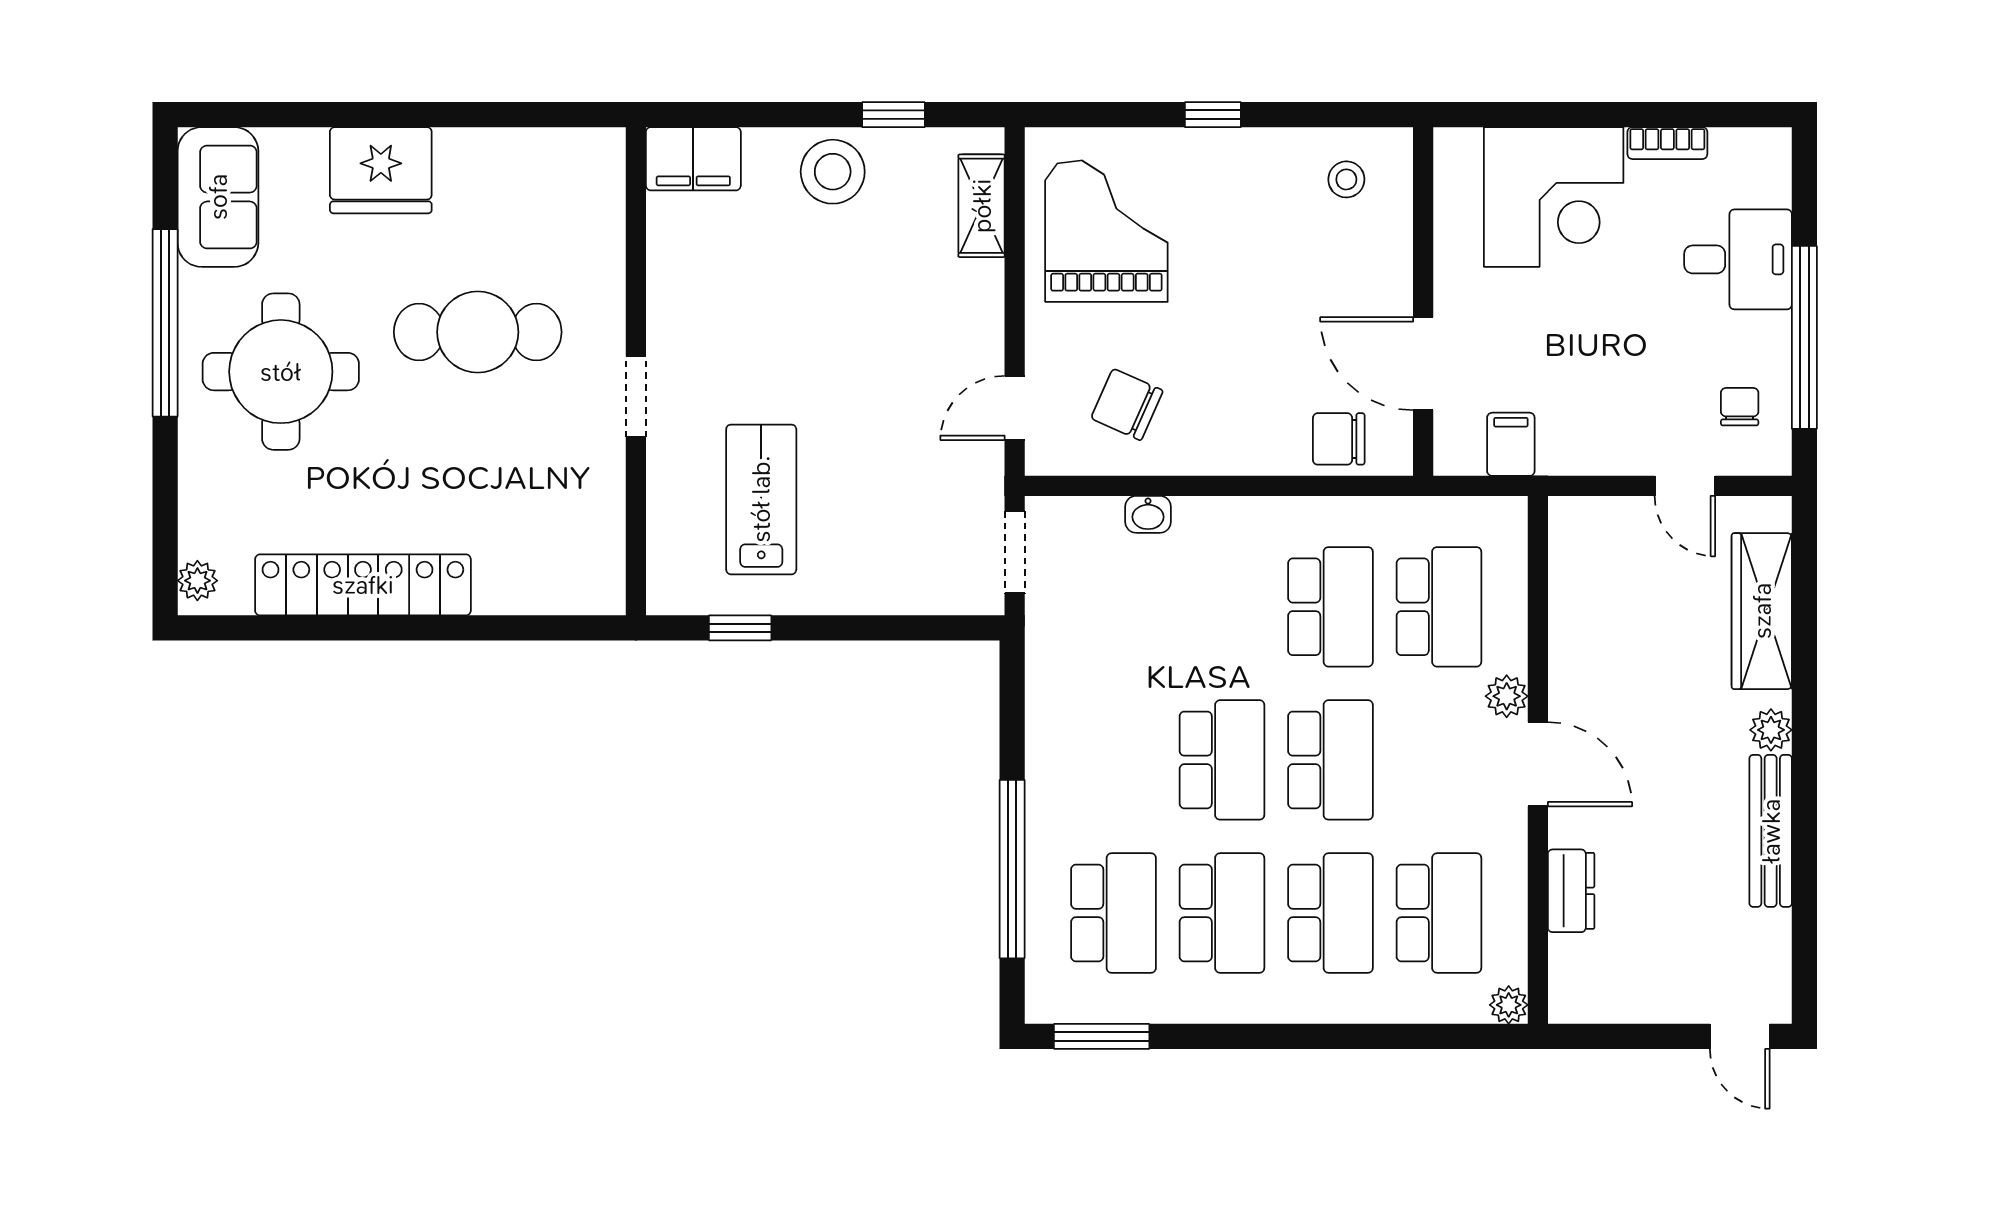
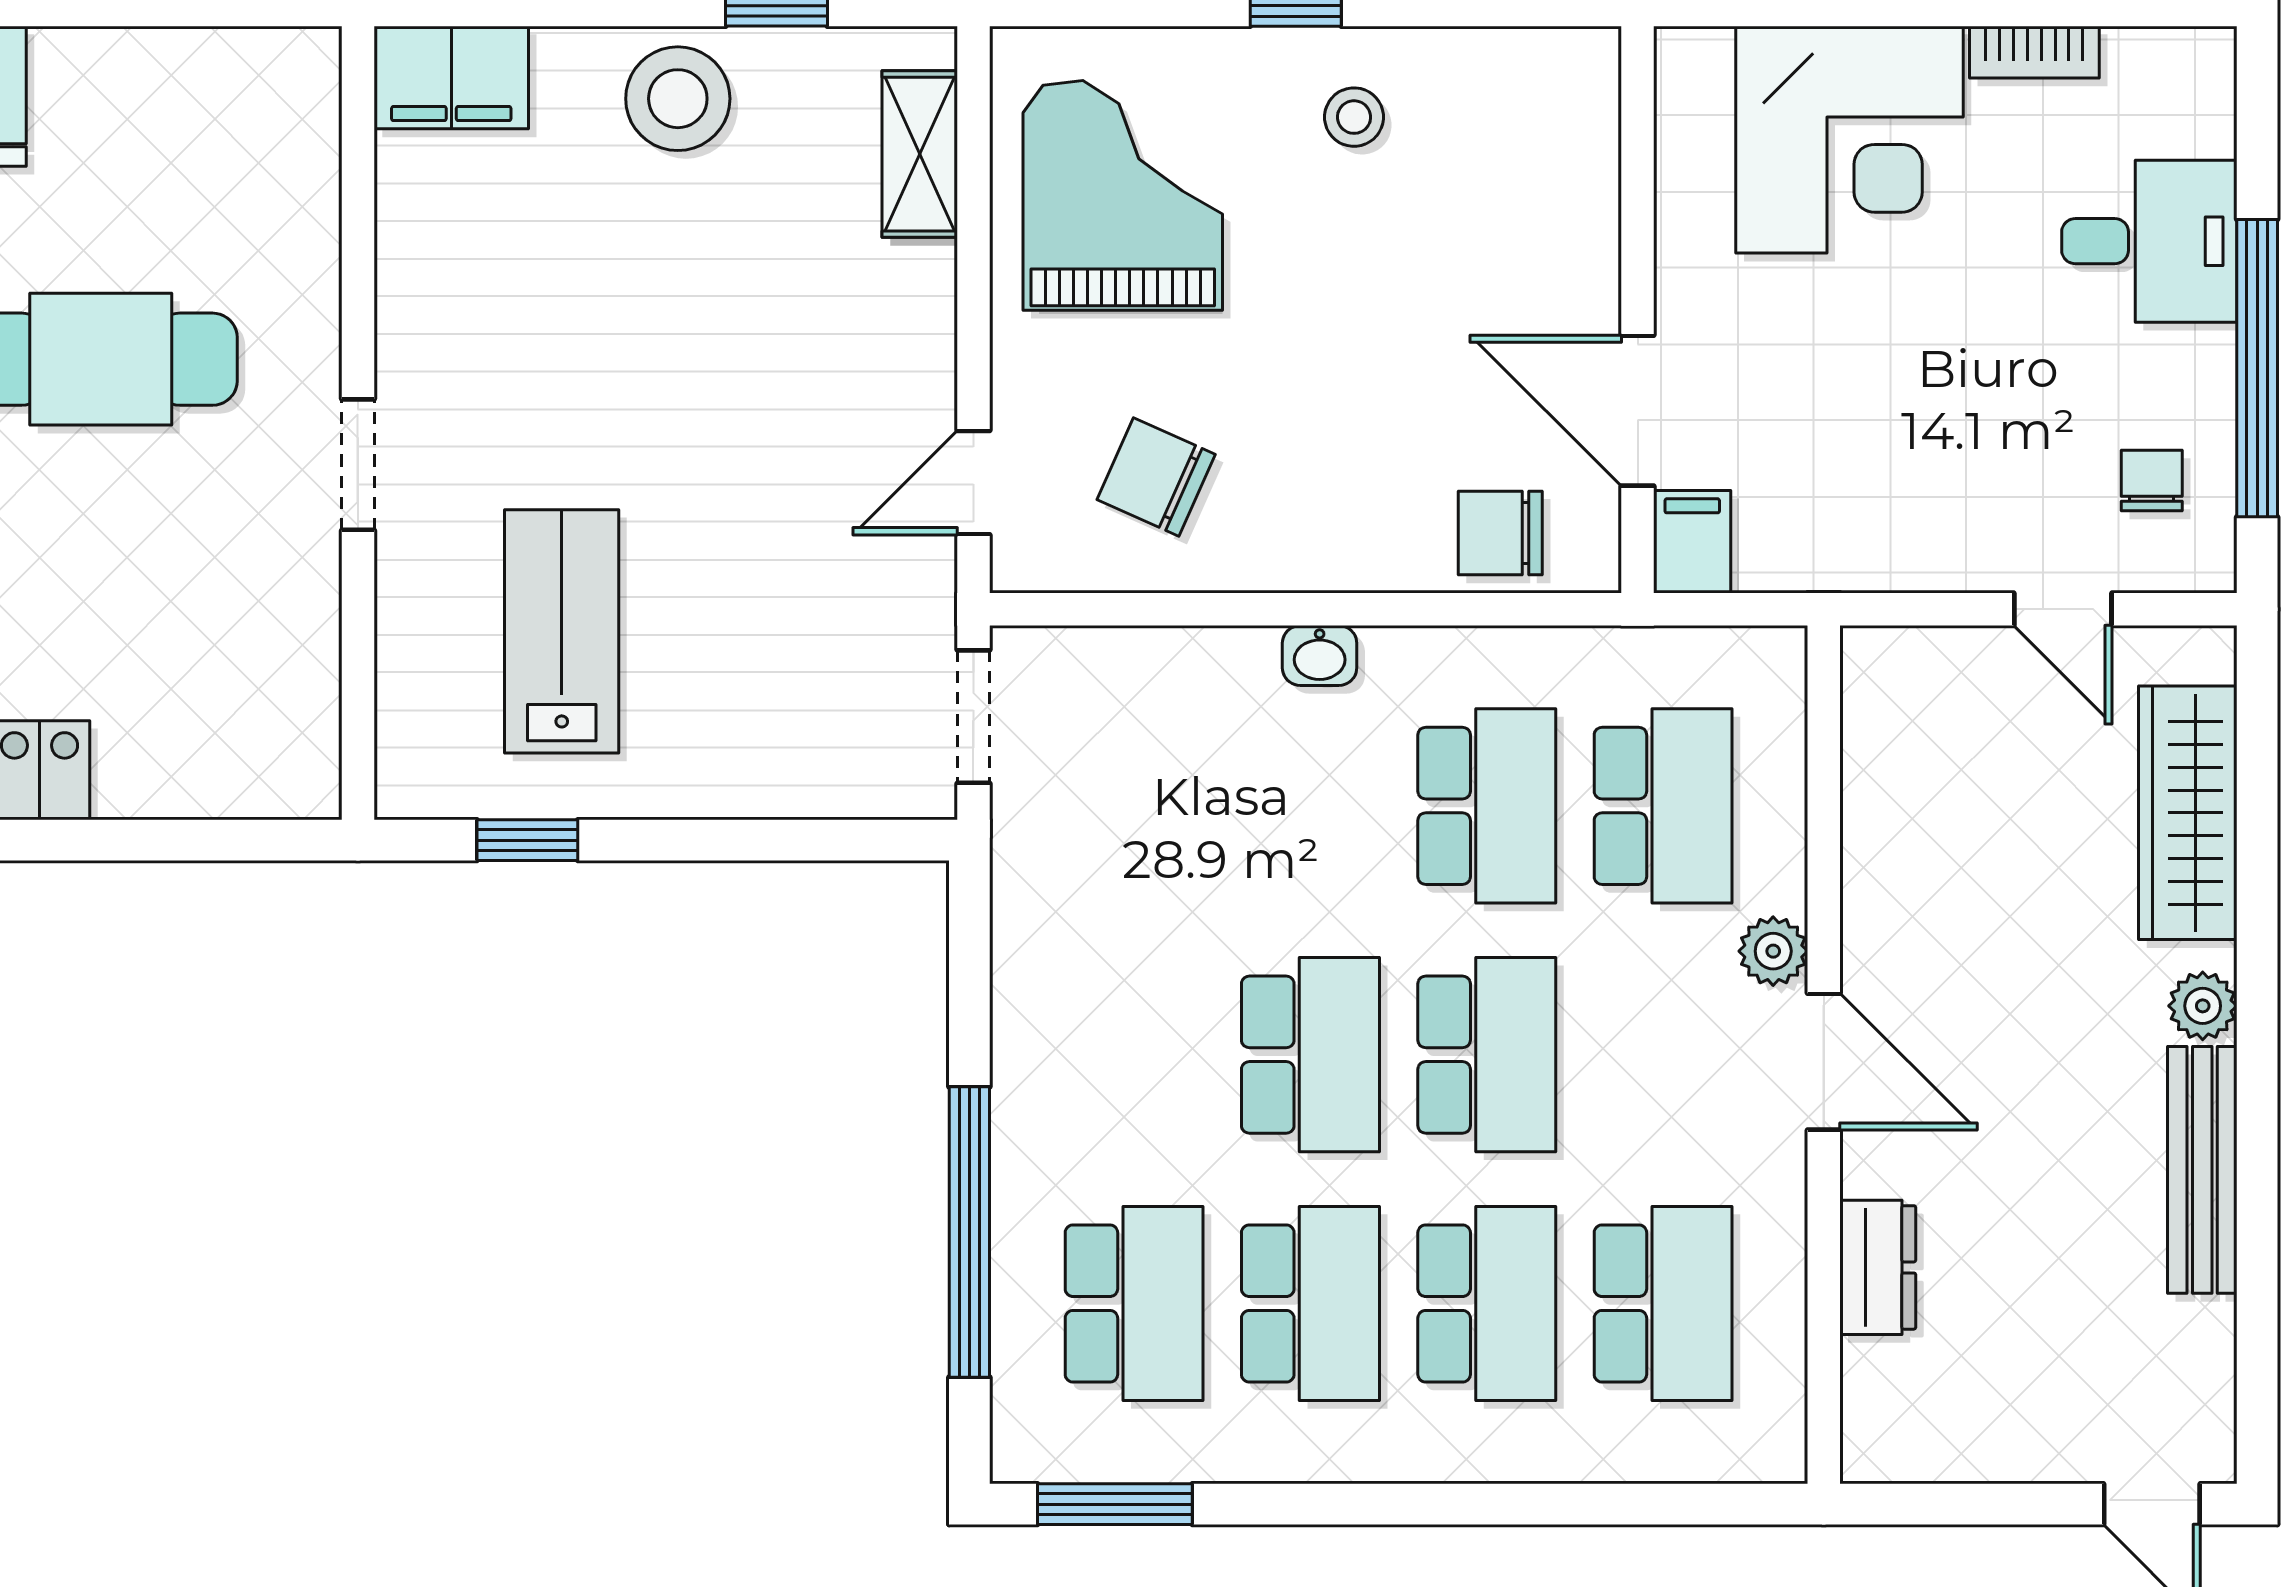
stool: (1346, 179) -> (1354, 117), moved
filing cabinet: (1511, 444) -> (1692, 542), moved
washbasin: (1148, 514) -> (1320, 655), moved
plant: (1509, 1005) -> (1777, 1453), removed

